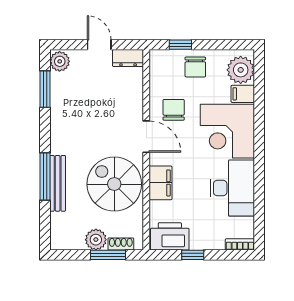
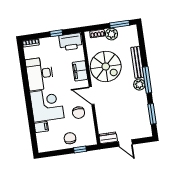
plant: (60, 61) -> (139, 84), moved
plant: (241, 70) -> (44, 140), removed
window: (45, 177) -> (147, 80), moved
window: (108, 255) -> (120, 24), moved

